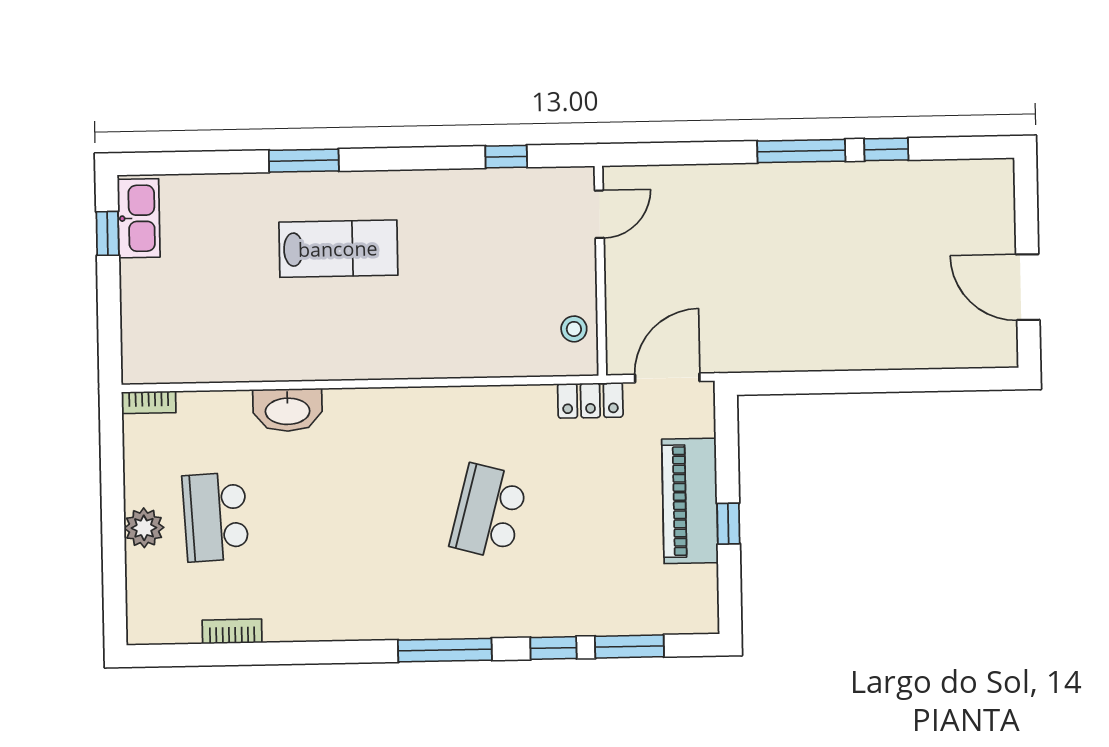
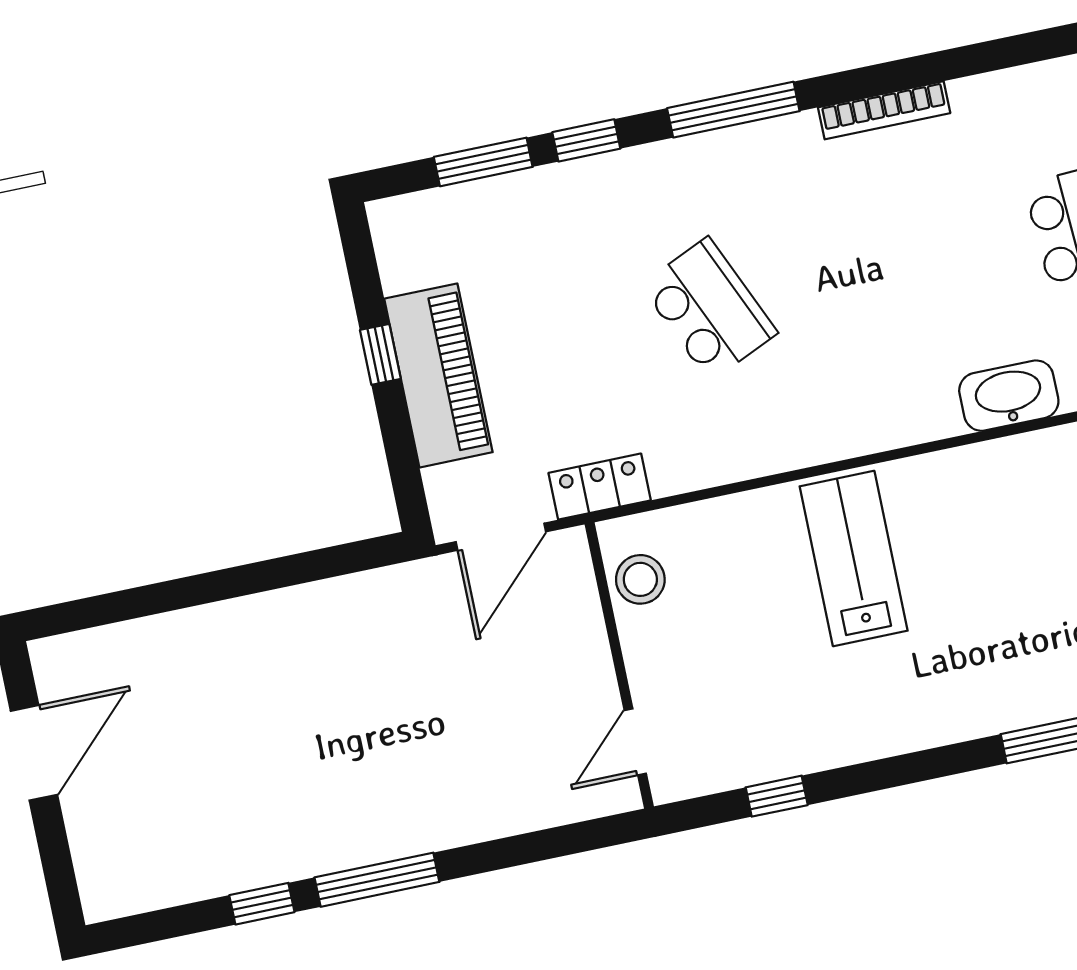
lab bench: (338, 249) -> (854, 558), moved, turned 90
door: (1028, 287) -> (34, 753), hinge flipped
stool: (574, 329) -> (640, 579), width x1.37, depth x1.37
school desk: (489, 512) -> (709, 309), turned -39
bookcase: (232, 631) -> (884, 110), moved, width x1.56

